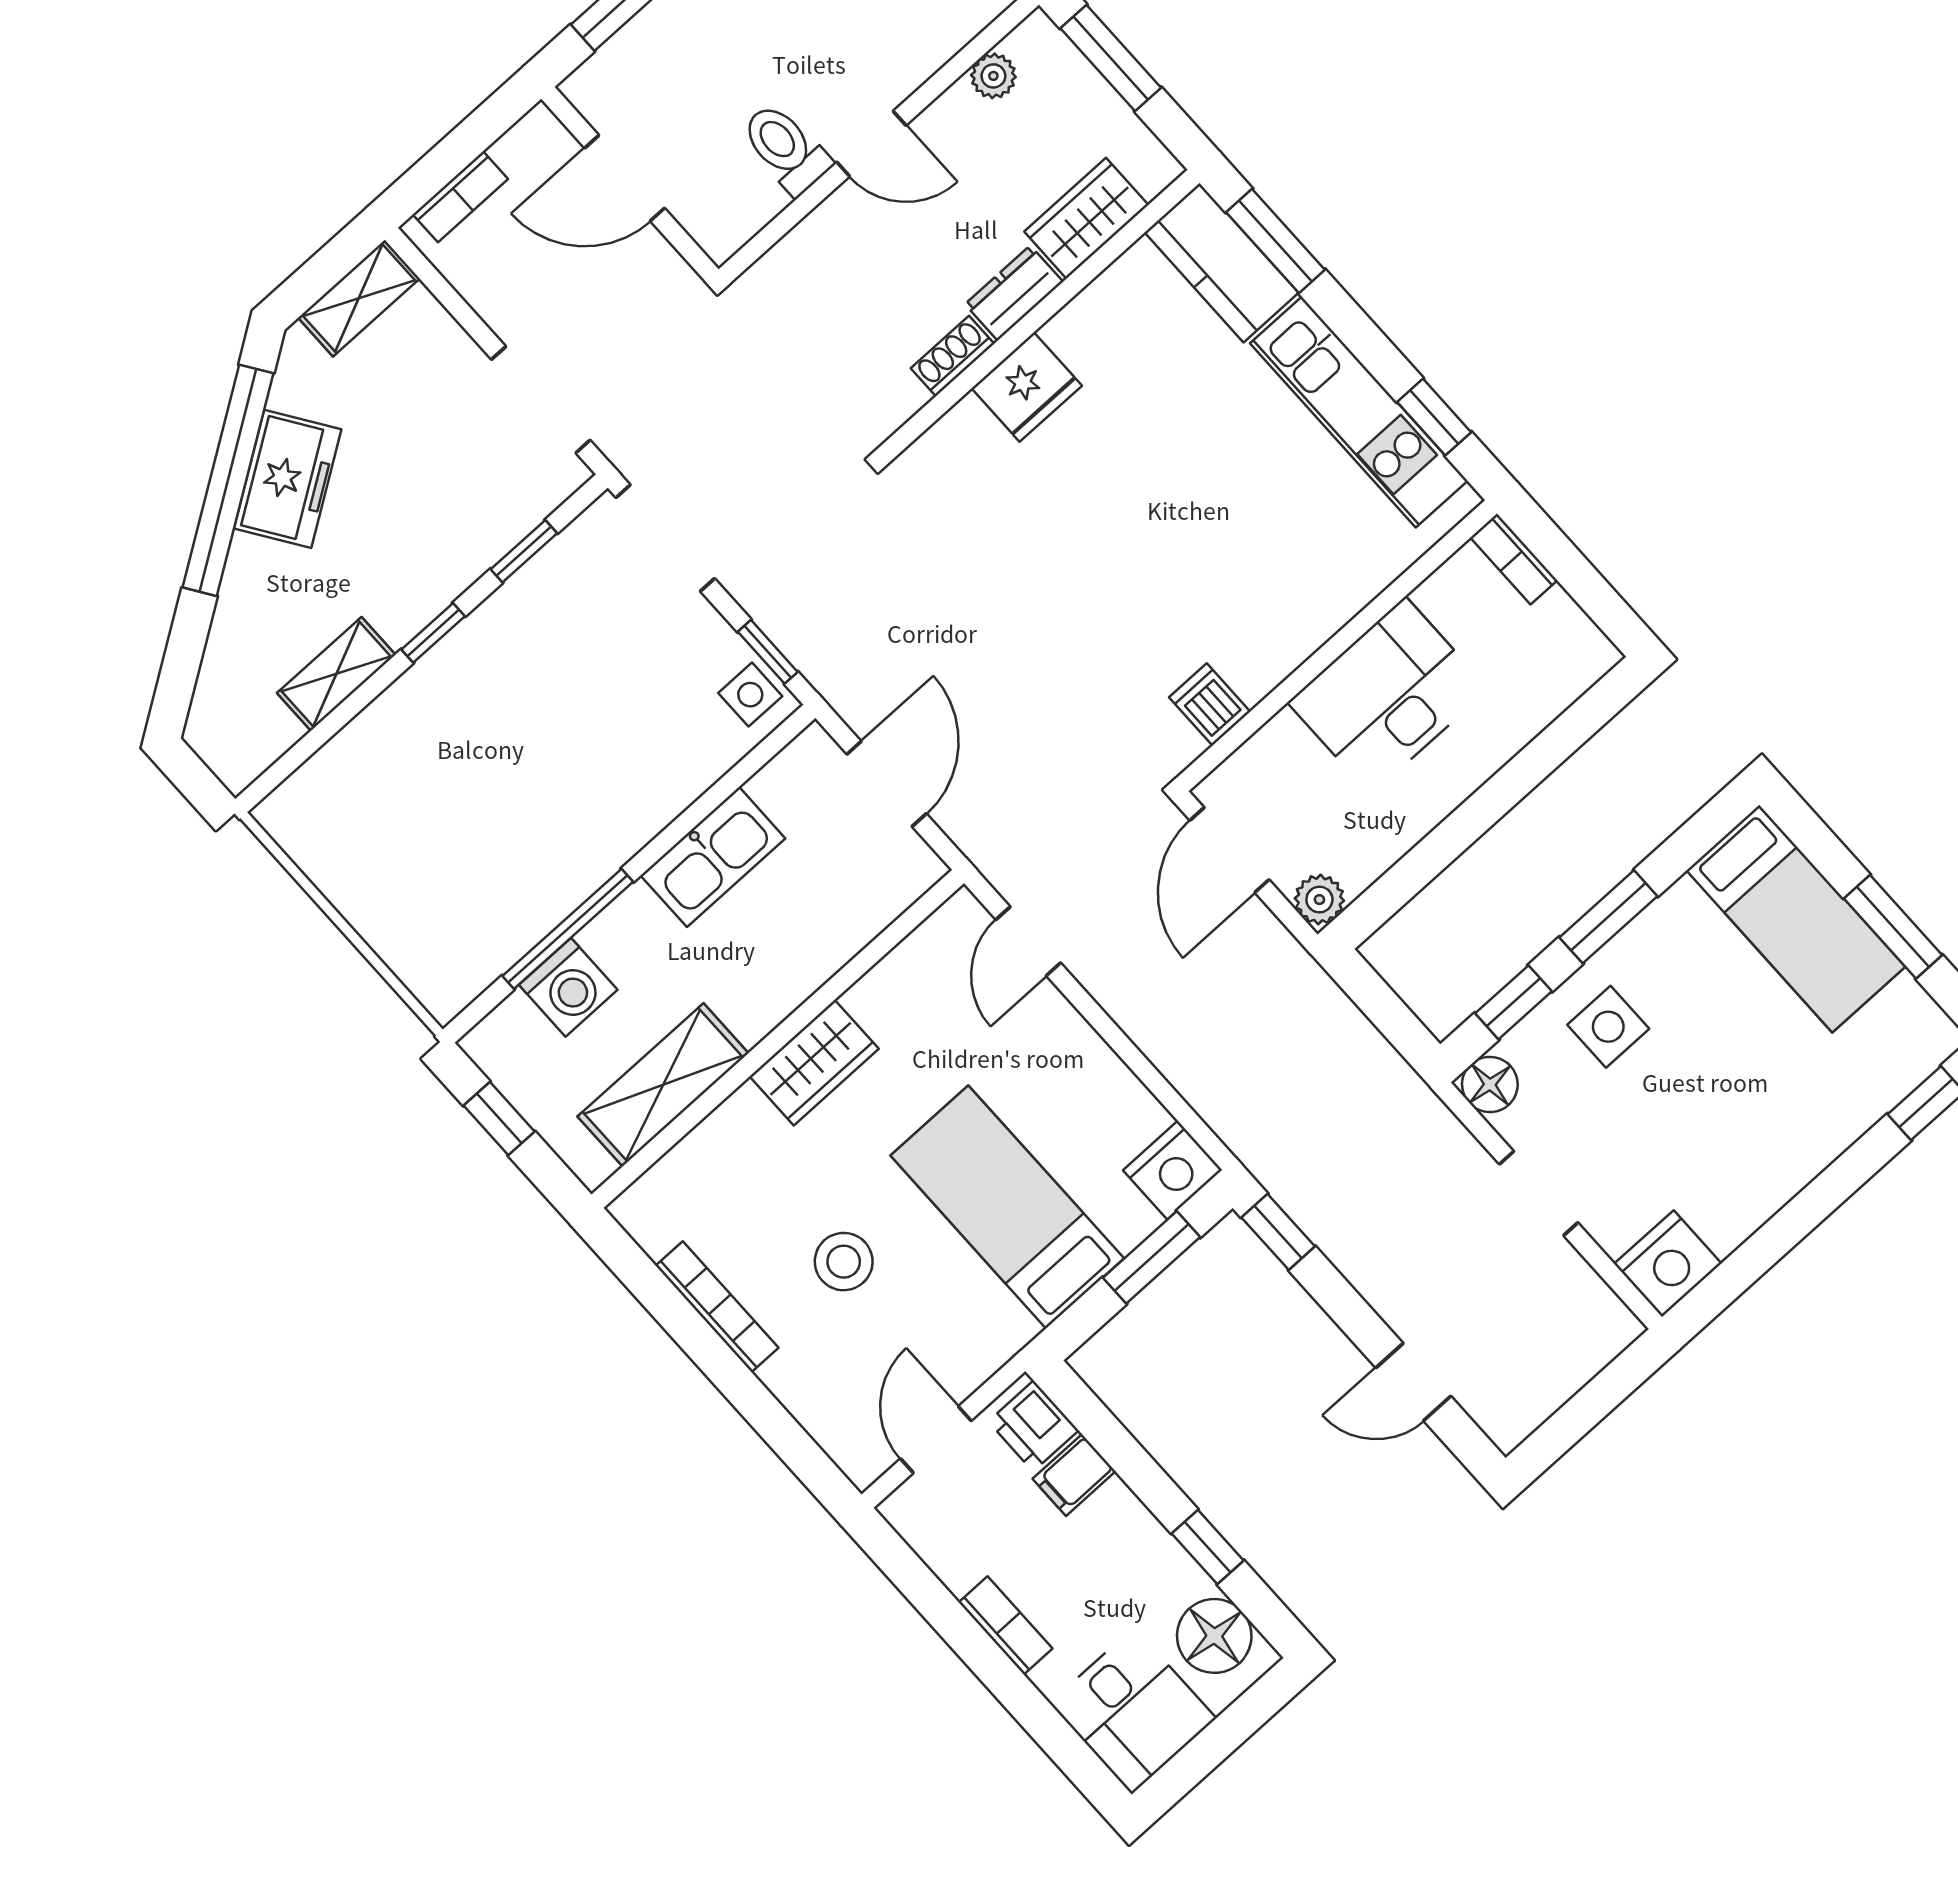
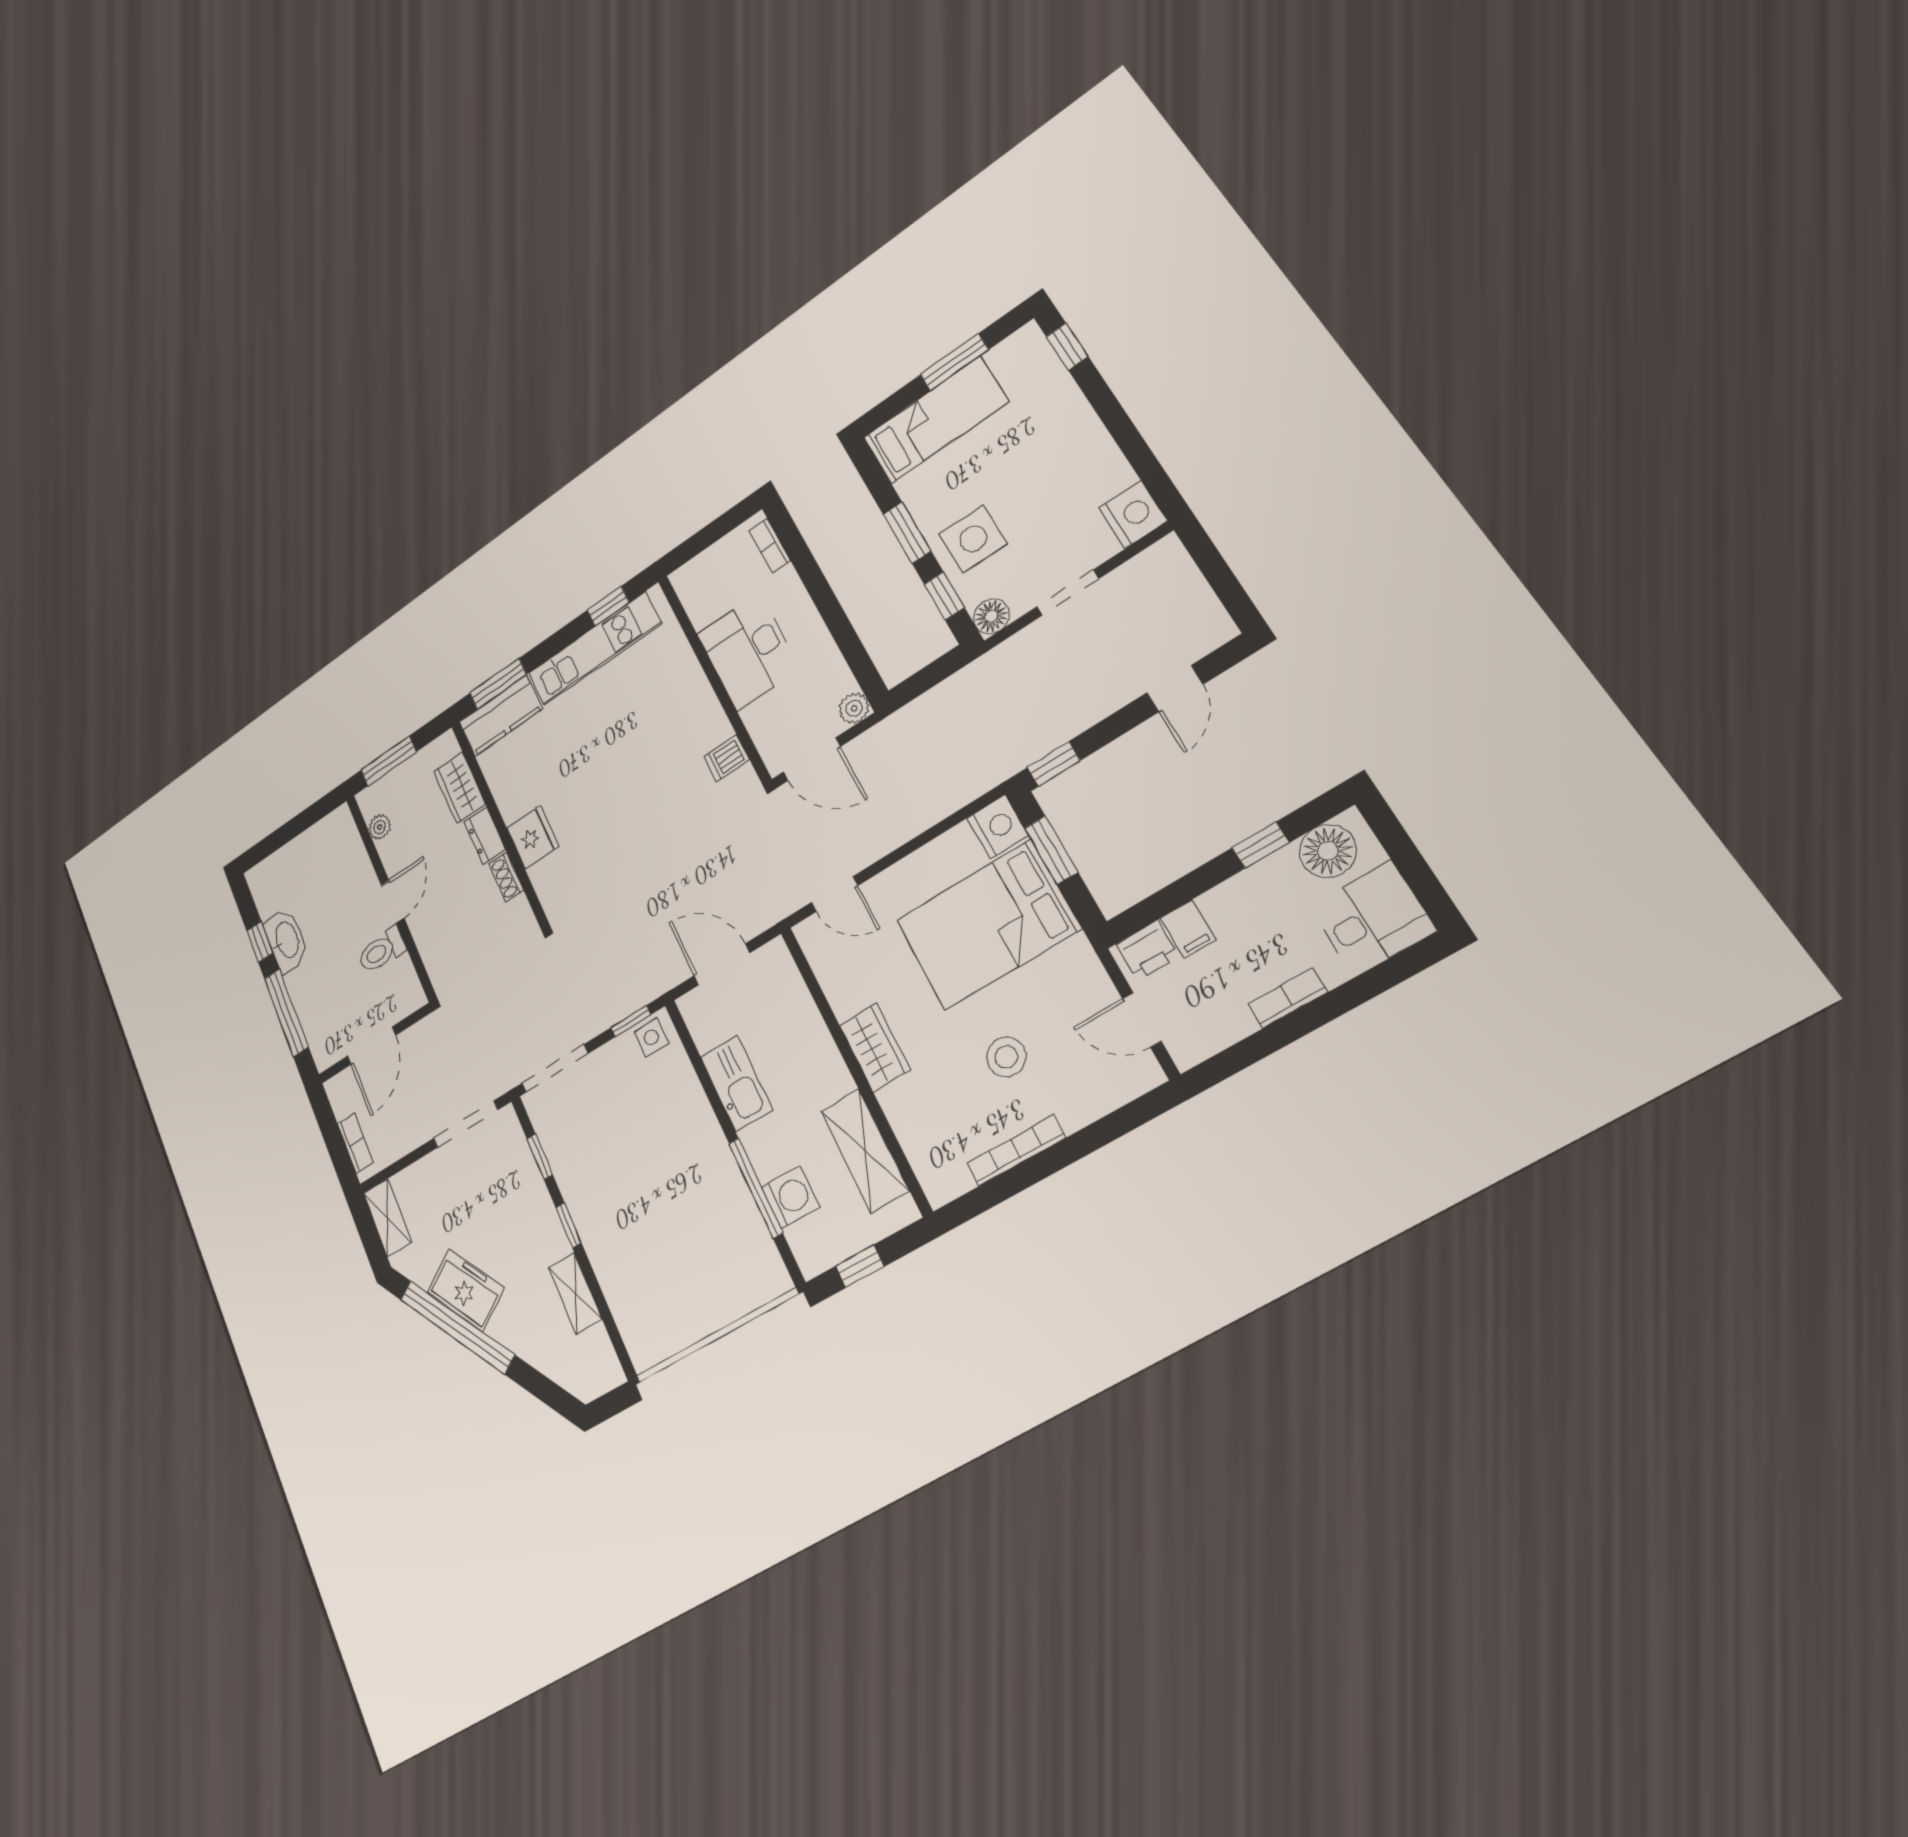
bookcase: (1514, 559) -> (770, 546), moved, turned 90
side table: (1608, 1027) -> (973, 539), width x1.37, depth x1.37
bed: (1007, 1207) -> (988, 925), width x1.50

